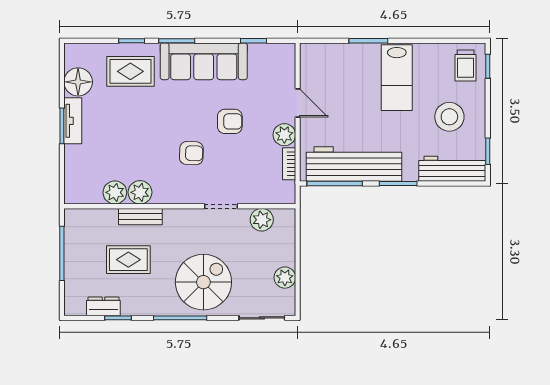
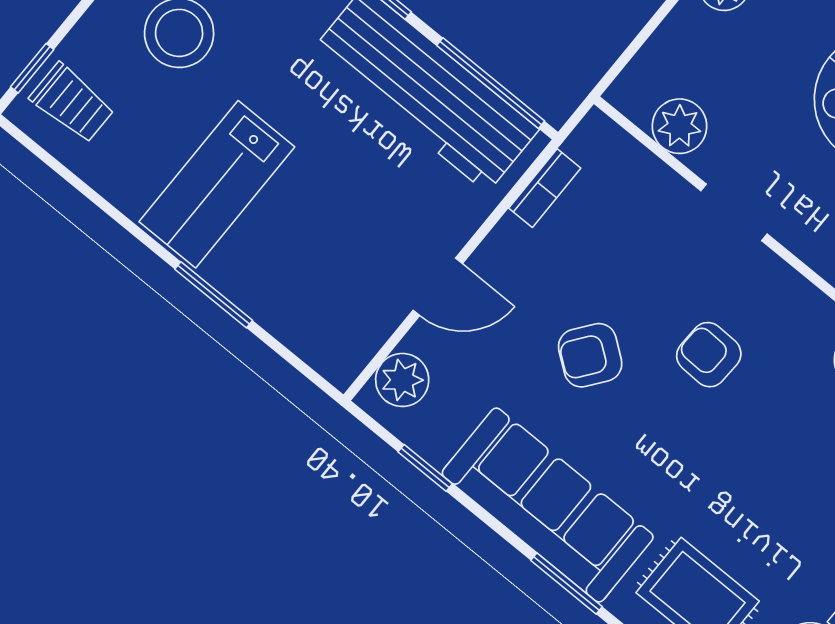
trolley: (466, 65) -> (72, 103), turned 90
lab bench: (397, 78) -> (217, 184), turned 180
door: (298, 103) -> (438, 287), swing flipped
armchair: (230, 121) -> (590, 355), turned -53
plant: (284, 135) -> (402, 380), moved

